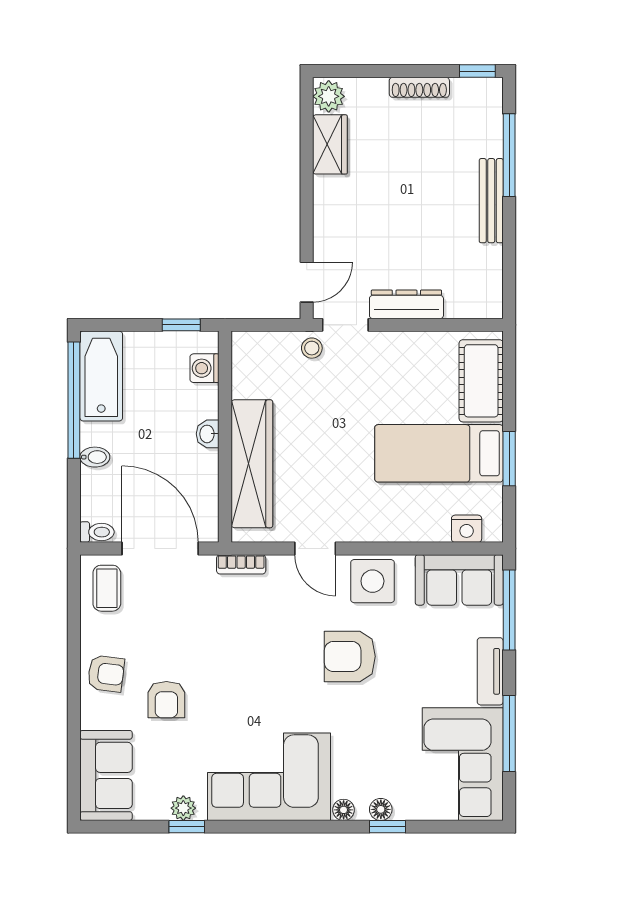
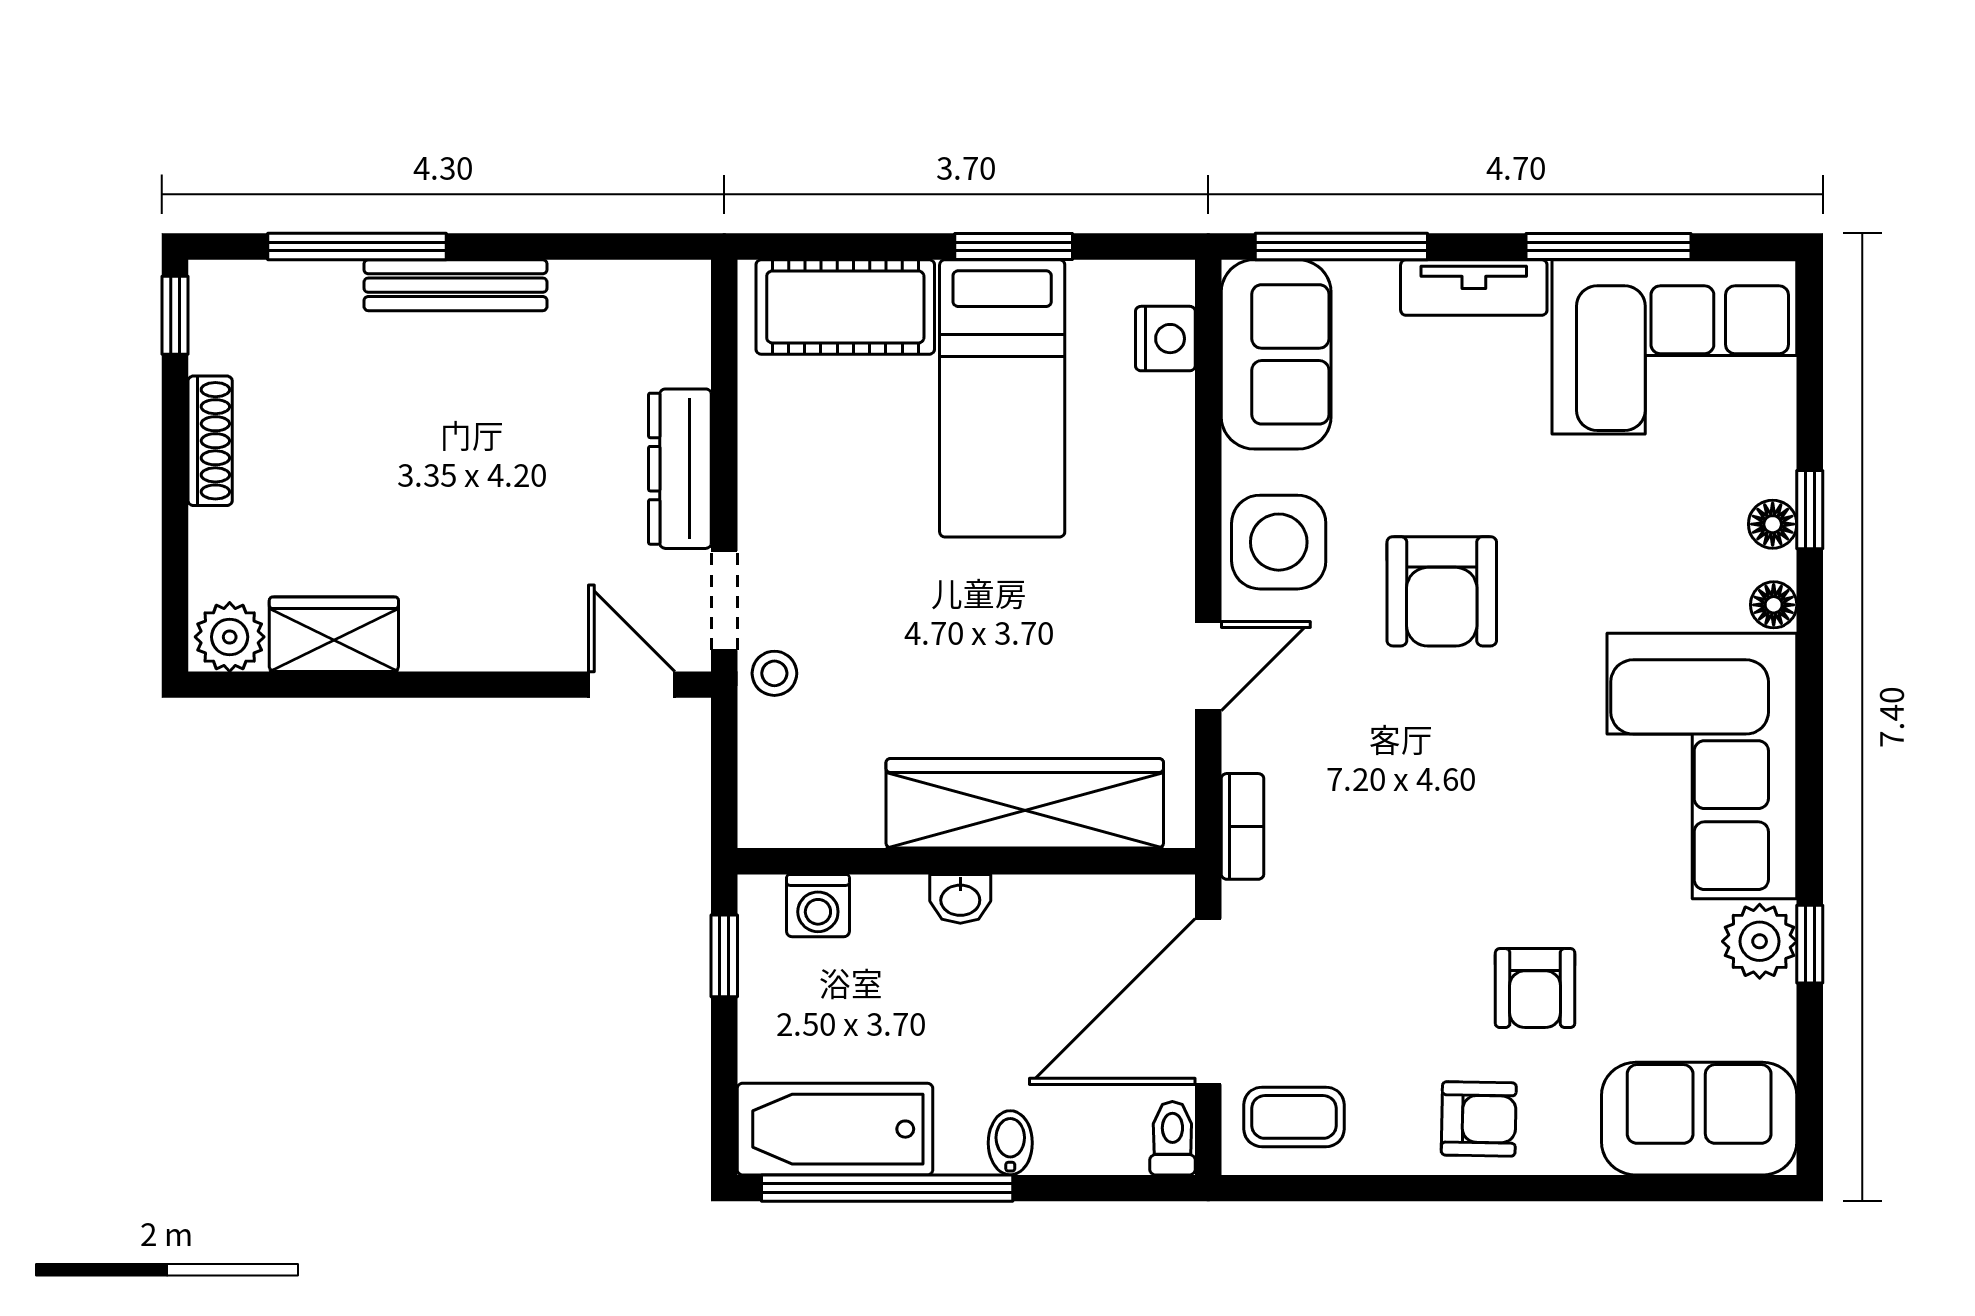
armchair: (106, 674) -> (1479, 1119), turned 84
armchair: (166, 700) -> (1535, 988), turned 90
plant: (183, 808) -> (1760, 941), width x1.38, depth x1.38

